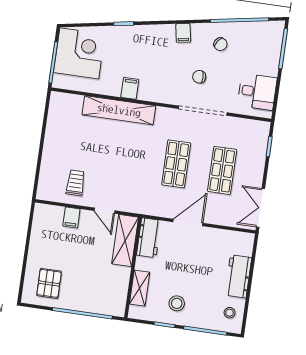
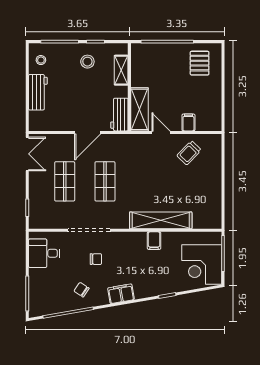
filing cabinet: (183, 33) -> (121, 294), width x2.00
trolley: (76, 183) -> (189, 153), turned 44

